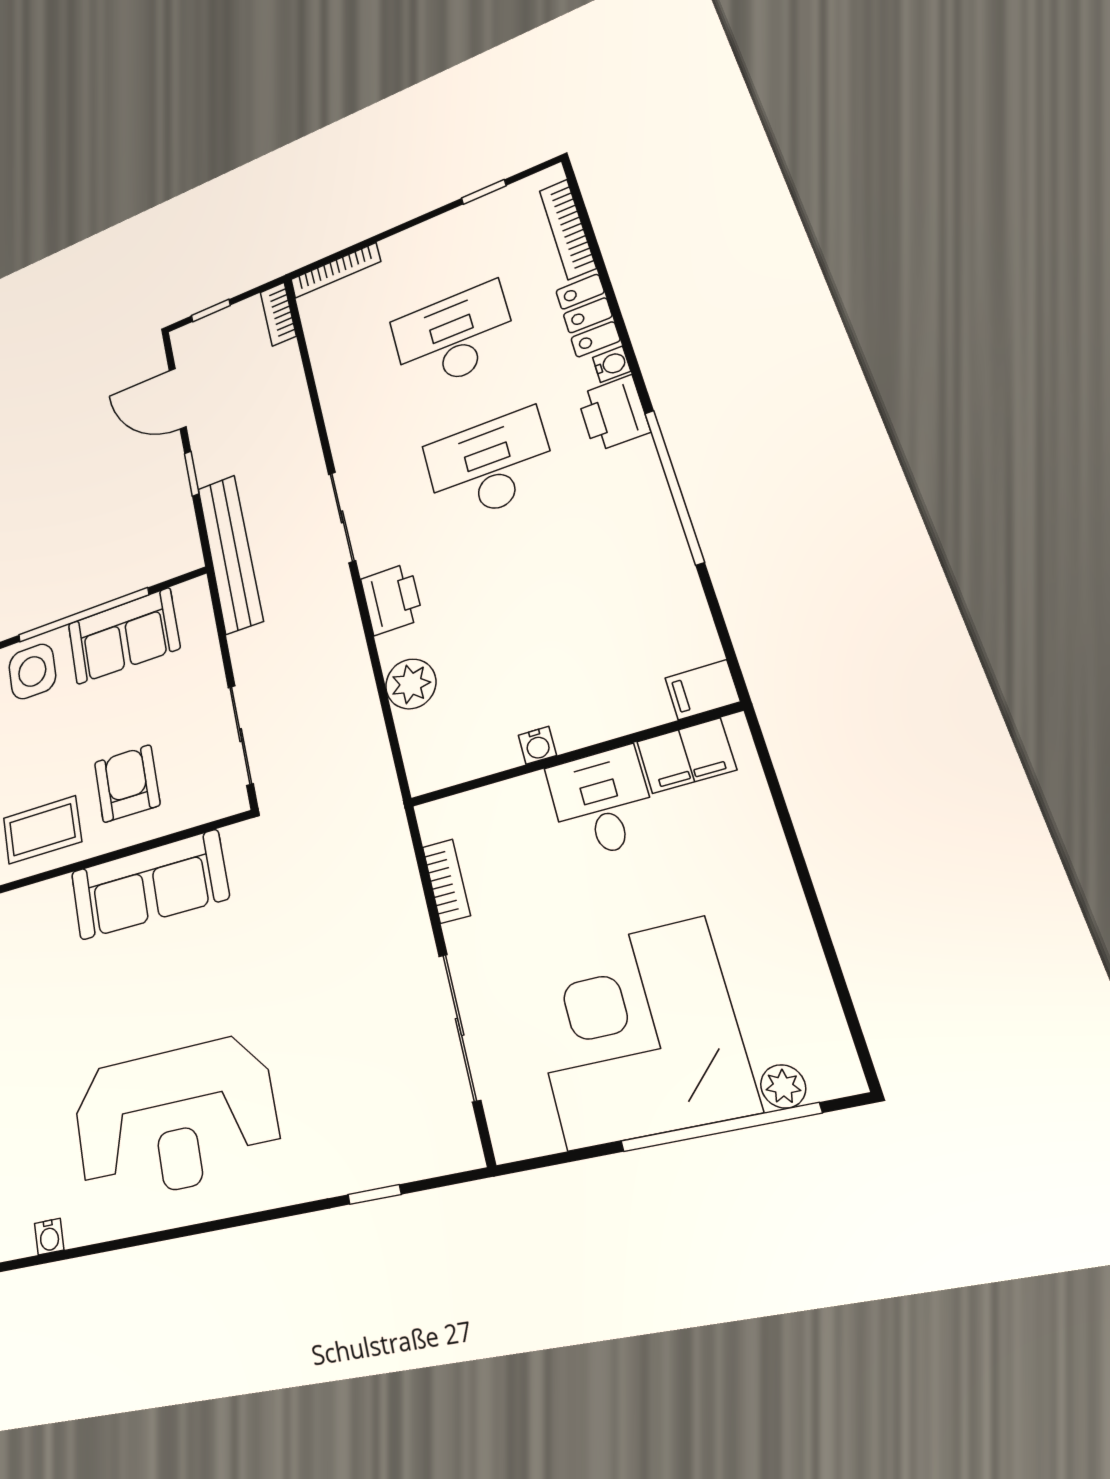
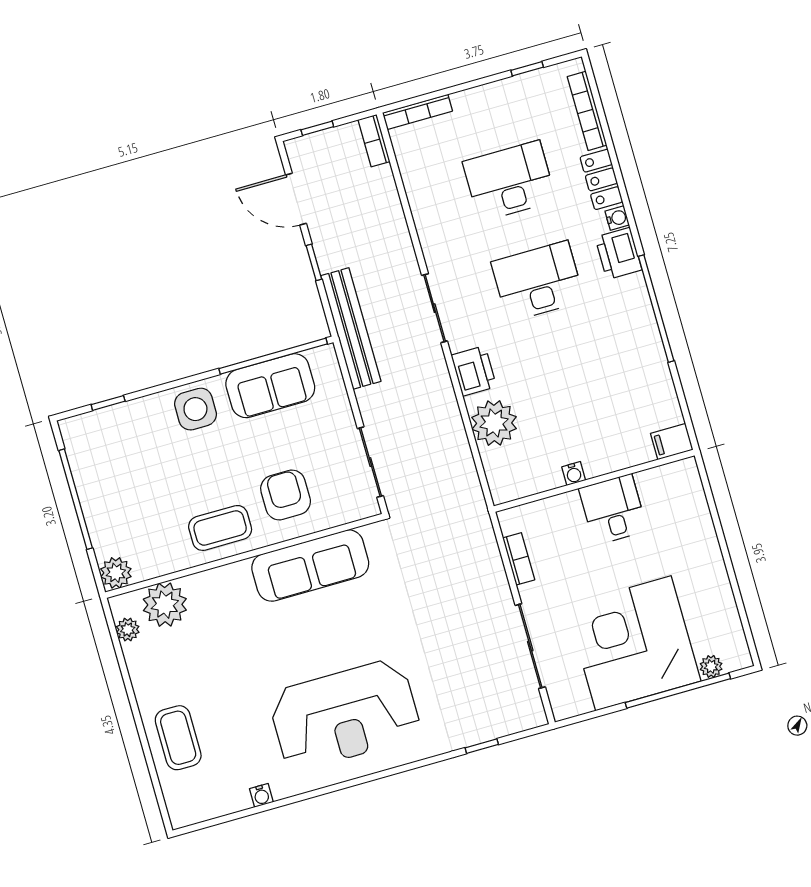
window: (83, 615) -> (273, 356), moved
plant: (411, 684) -> (494, 423), width x1.36, depth x1.36
filing cabinet: (686, 756) -> (662, 482), removed

